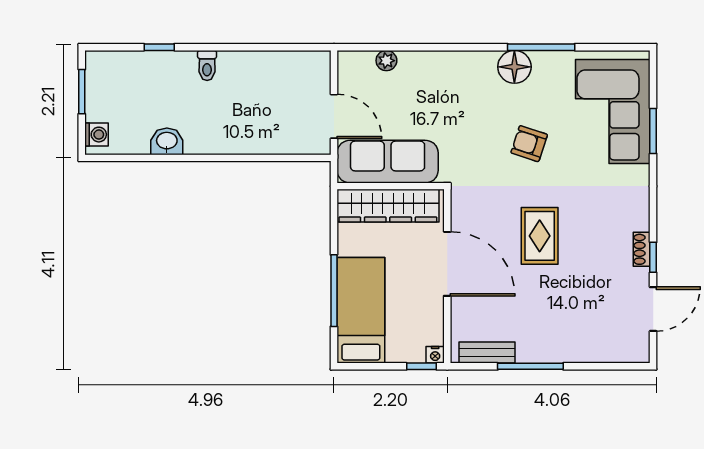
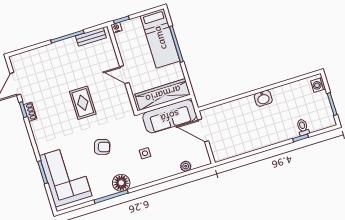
toilet: (207, 65) -> (303, 127), moved
side table: (454, 108) -> (145, 153), added
washbasin: (167, 141) -> (263, 98), moved
door: (447, 264) -> (124, 75), width x0.53

